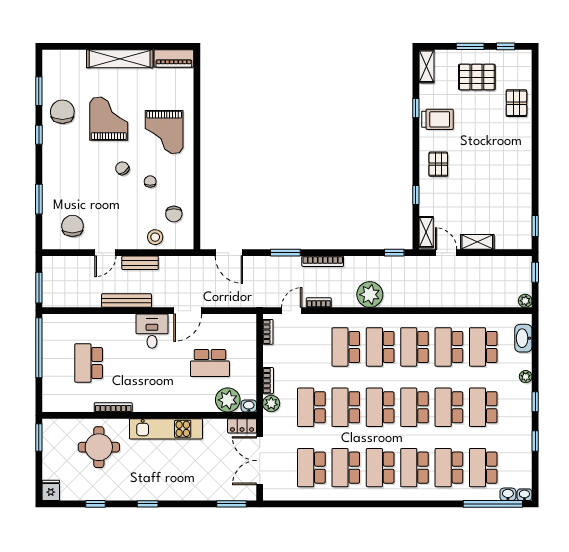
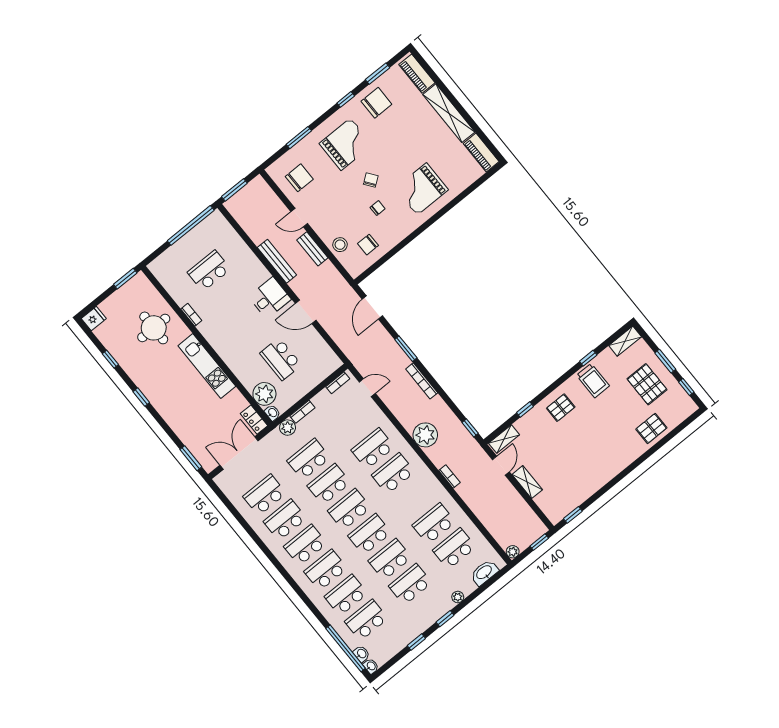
piano: (65, 59) -> (417, 74), added
grand piano: (109, 119) -> (346, 144), moved
bookcase: (319, 302) -> (449, 477), moved
school desk: (415, 347) -> (414, 499), removed
bookcase: (113, 407) -> (191, 315), width x0.64

